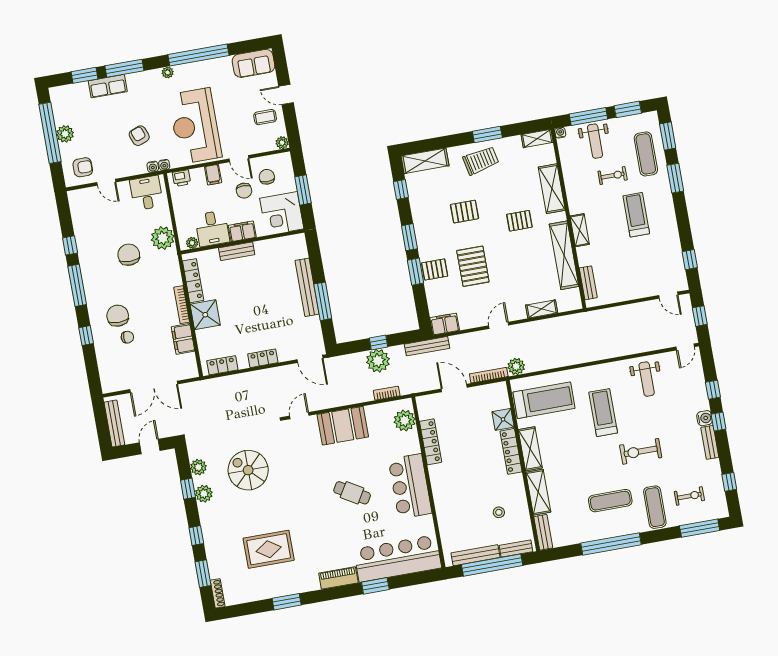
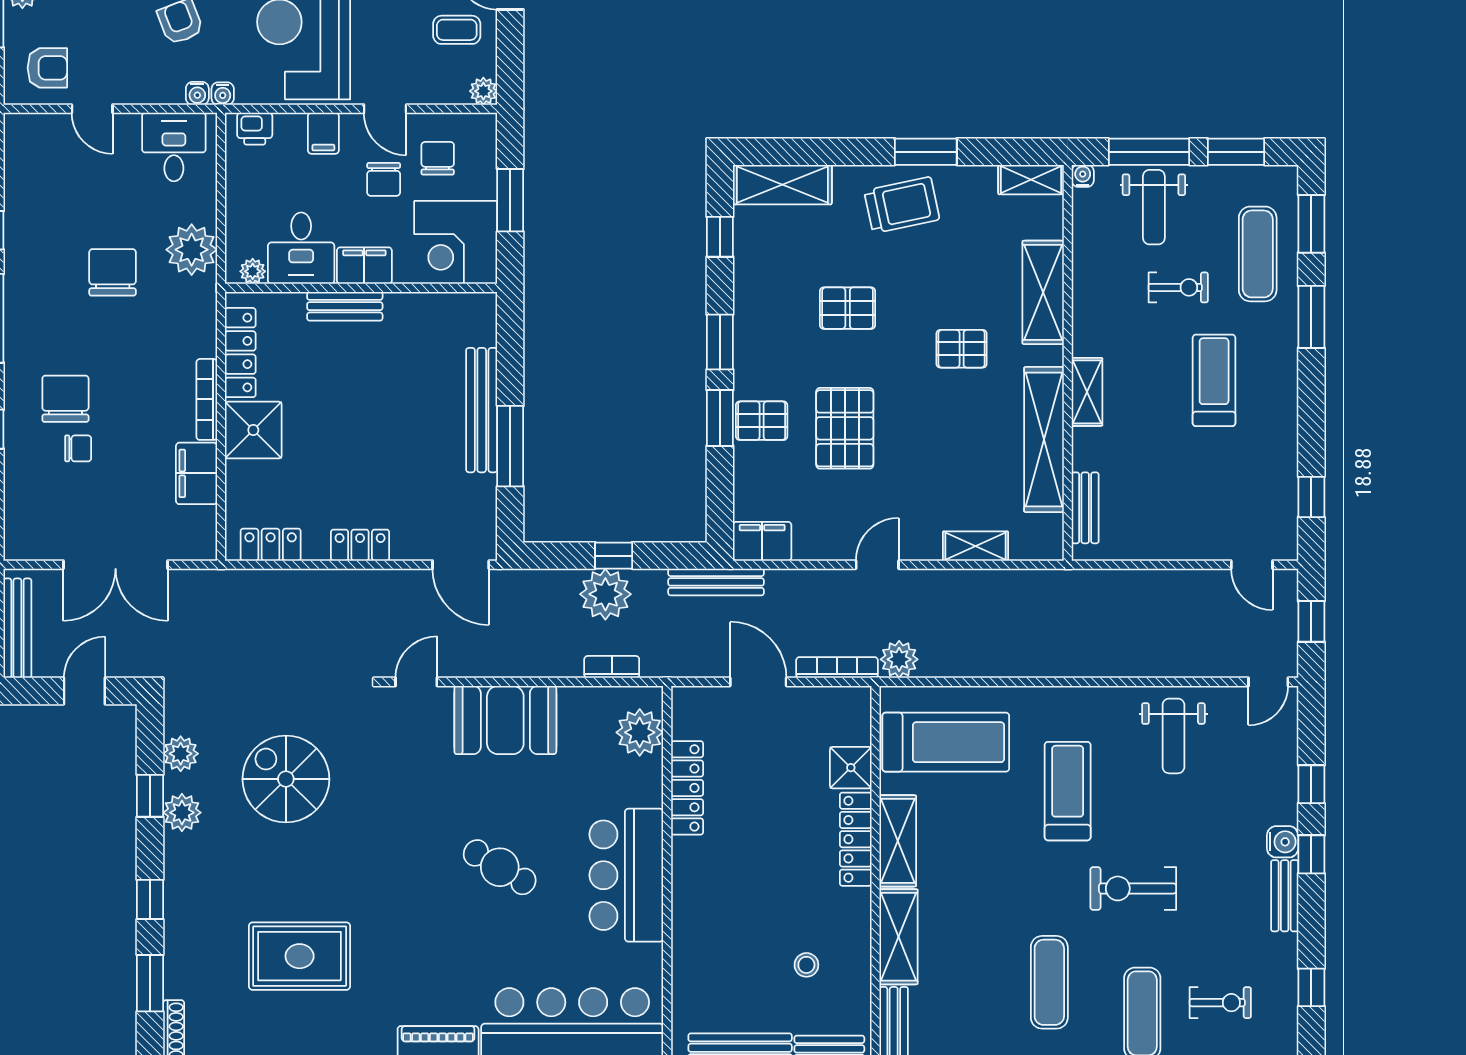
exercise mat: (610, 501) -> (1049, 982), turned 90

